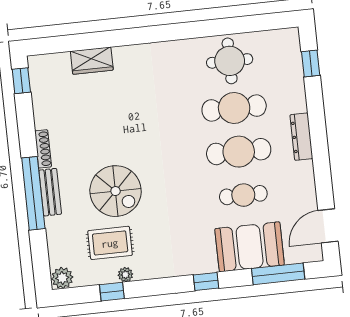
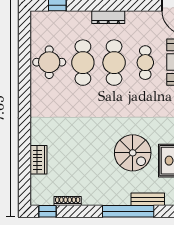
shoe rack: (43, 149) -> (68, 201), moved
spiral stairs: (116, 191) -> (133, 153), turned 90
bench: (50, 192) -> (148, 199), moved

